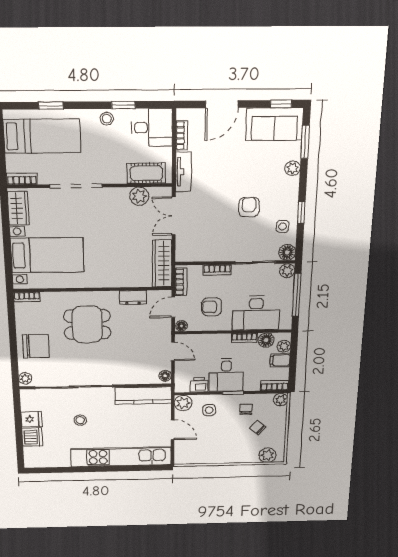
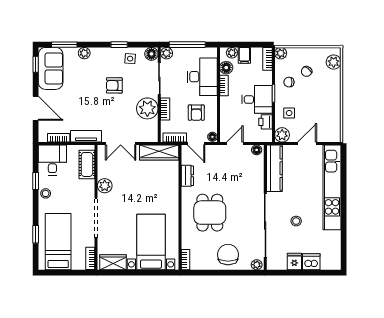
plant: (139, 196) -> (105, 186), moved
plant: (218, 248) -> (147, 108), added

